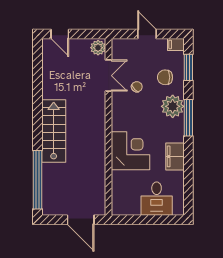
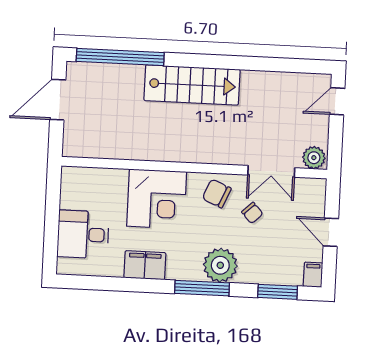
door: (147, 34) -> (331, 232), swing flipped
chair: (165, 77) -> (217, 193), moved, turned -67
door: (81, 220) -> (58, 100), moved

